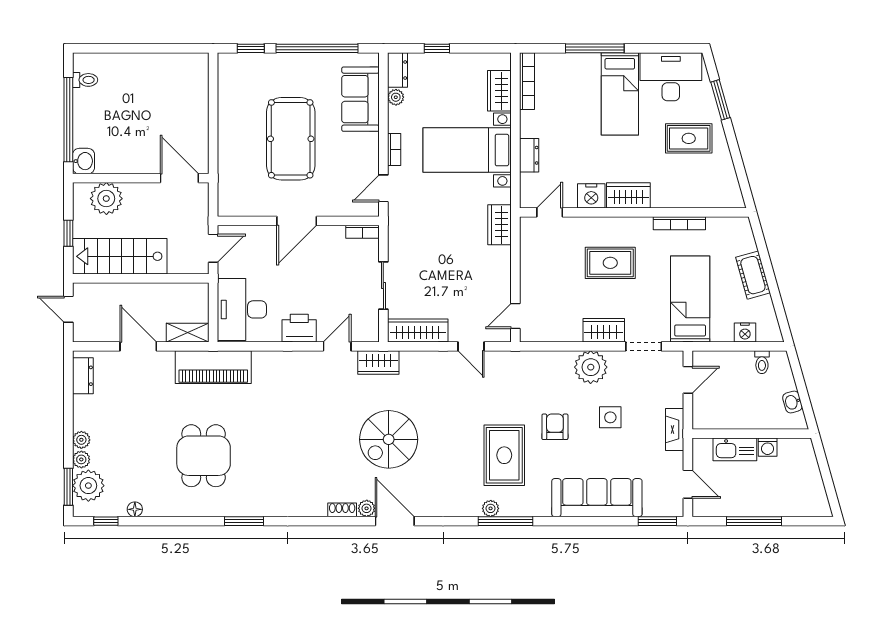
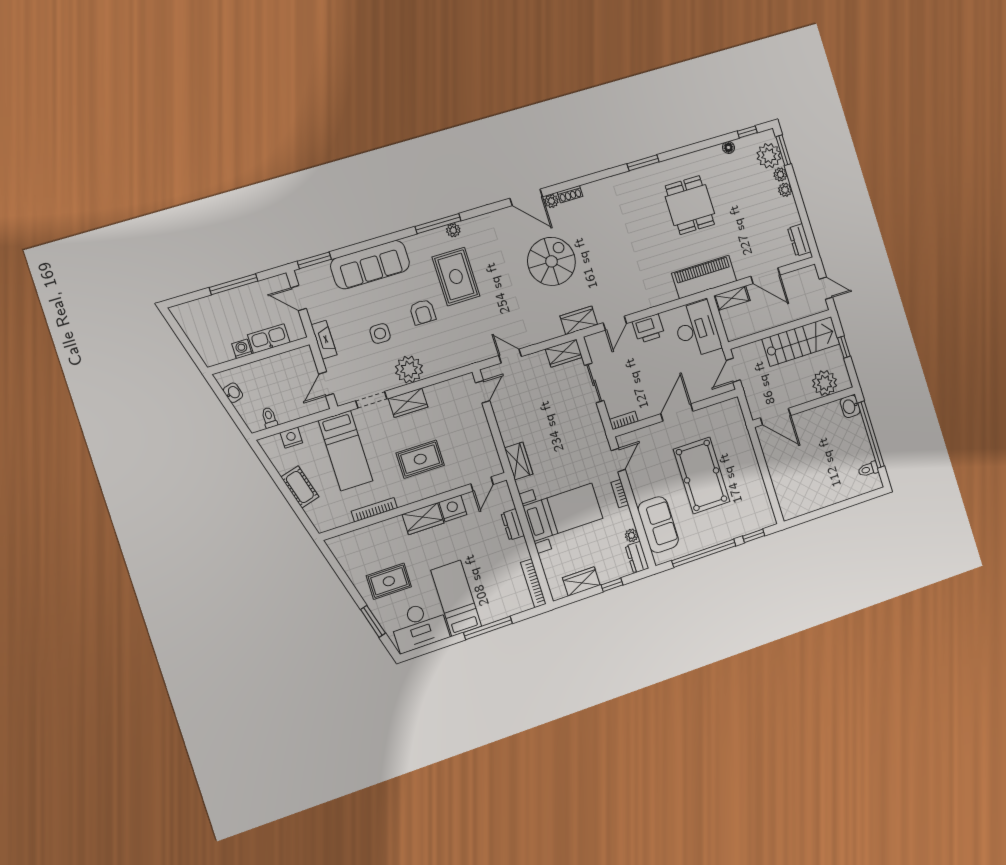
wardrobe: (499, 91) -> (581, 581), moved, turned -90
wardrobe: (418, 331) -> (564, 353), width x0.67

